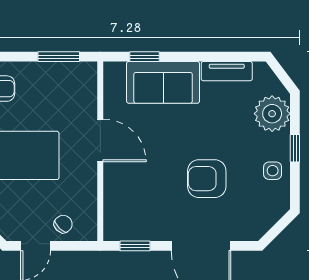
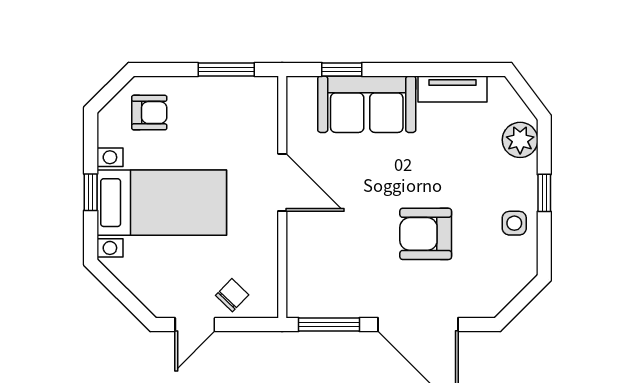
plant: (272, 114) -> (520, 140), width x0.73, depth x0.73
window: (135, 246) -> (329, 324), width x1.50

